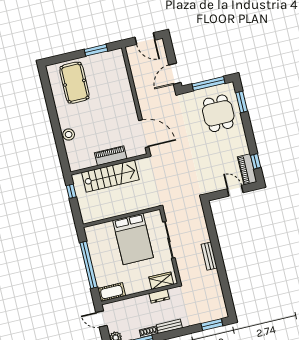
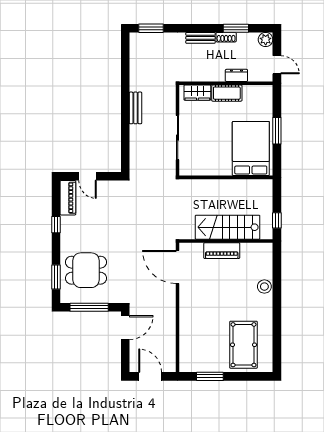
dining table: (218, 113) -> (86, 270), turned 90
window: (256, 161) -> (56, 225), moved
bed: (133, 239) -> (251, 148), moved
window: (89, 265) -> (277, 131), width x0.47
cot: (112, 292) -> (227, 93), moved
dresser: (159, 296) -> (236, 75), moved

